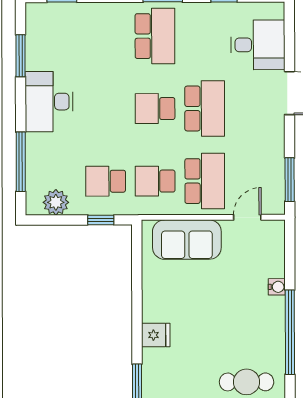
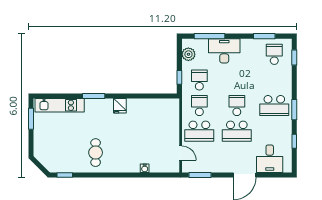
school desk: (56, 36) -> (274, 54), added
desk: (49, 102) -> (224, 51), moved
sofa: (187, 240) -> (169, 122), removed
window: (290, 332) -> (121, 175), removed

